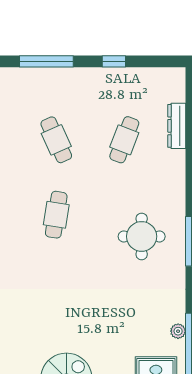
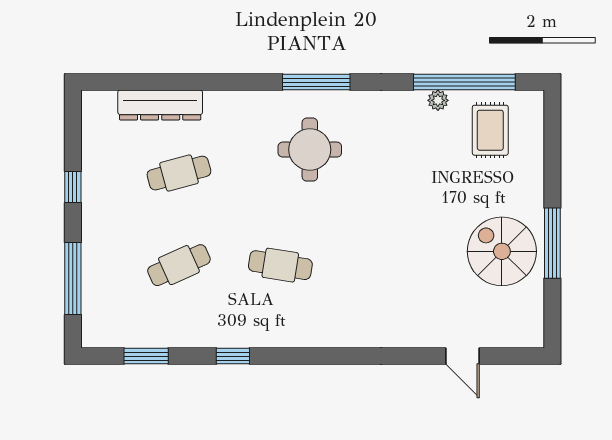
dresser: (177, 126) -> (160, 105), width x1.37, depth x1.24
cafe table: (124, 140) -> (179, 173), turned -36

